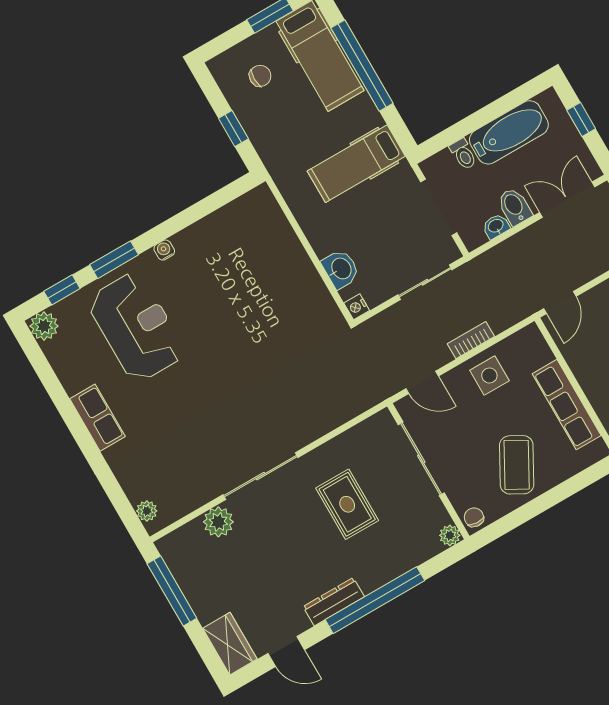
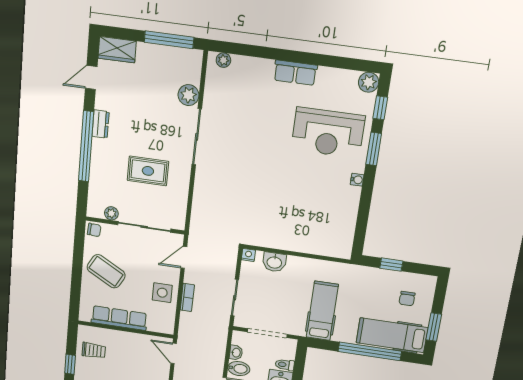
plant: (450, 535) -> (111, 213), moved
dresser: (334, 602) -> (101, 124), width x0.70

